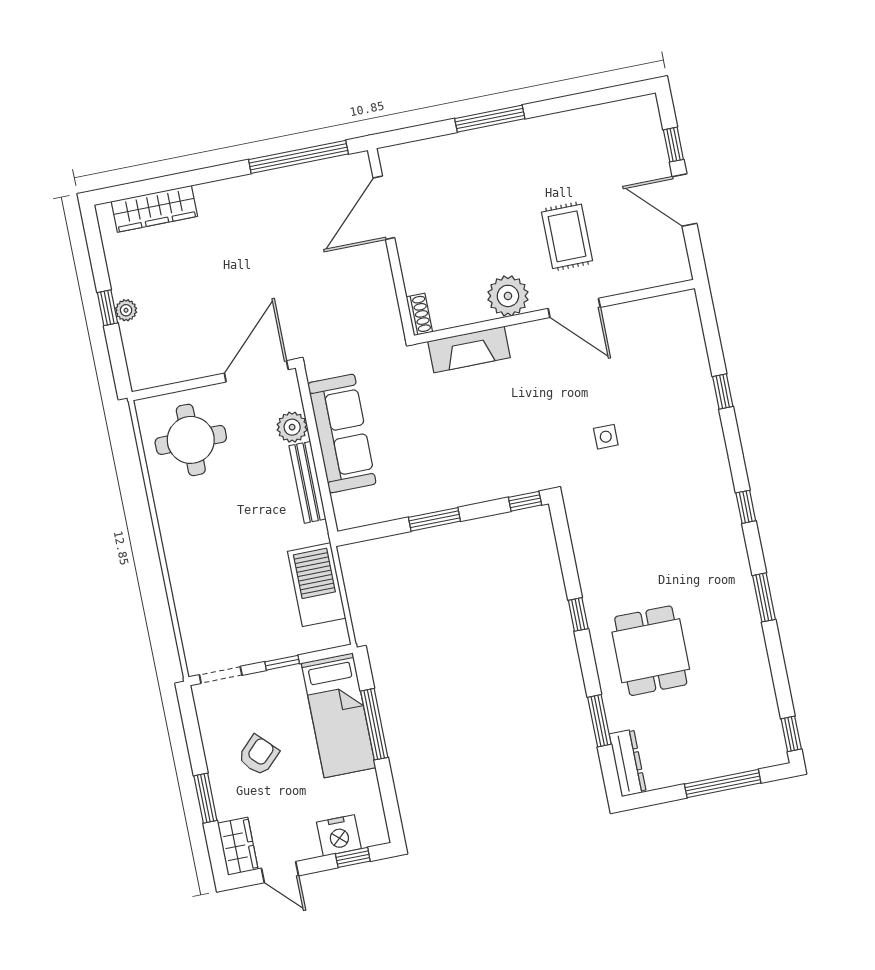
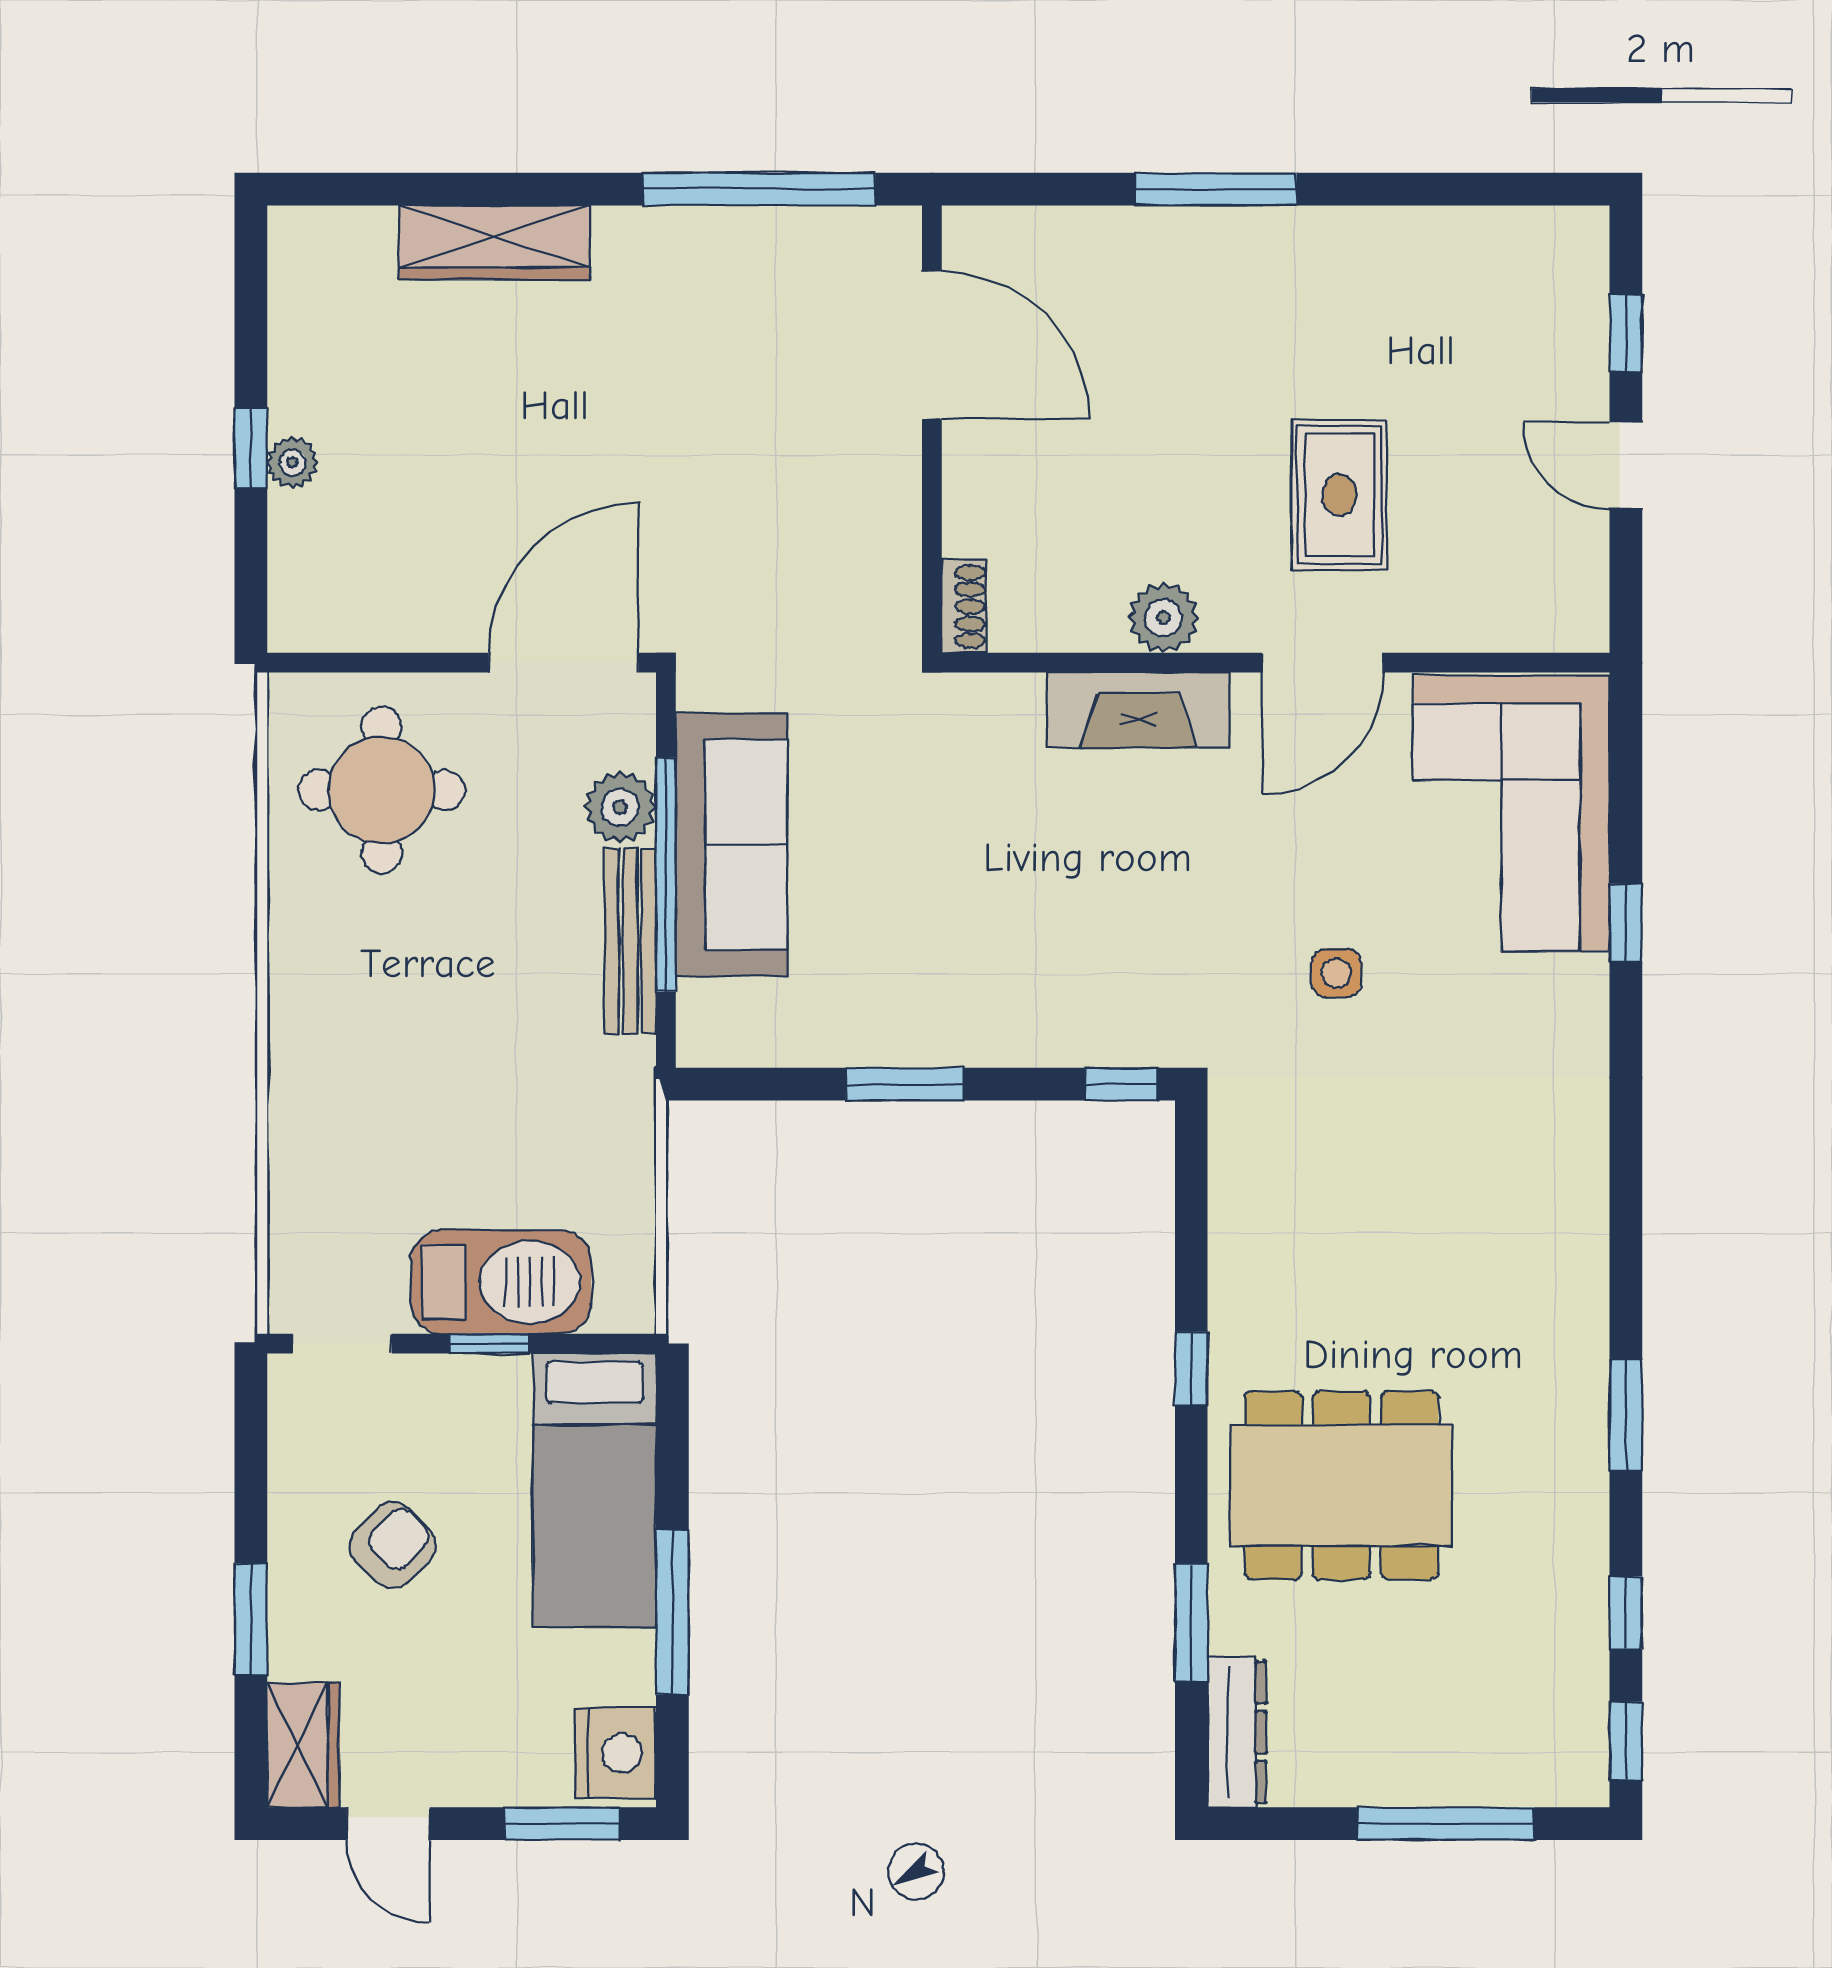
door: (685, 200) -> (1626, 466), width x0.73
door: (384, 208) -> (932, 345), swing flipped
wardrobe: (154, 209) -> (494, 242), moved
plant: (508, 296) -> (1163, 618), width x0.73, depth x0.73
door: (574, 308) -> (1323, 663), hinge flipped
fireplace: (469, 349) -> (1138, 710), moved
corner sofa: (666, 355) -> (1511, 813), added
window: (317, 452) -> (666, 875), added
window: (746, 507) -> (1626, 1613), moved
barbecue: (317, 585) -> (501, 1282), moved, turned 90
dining table: (651, 651) -> (1341, 1485), width x1.37
window: (374, 724) -> (672, 1612), moved
nightstand: (339, 835) -> (615, 1753), moved, turned -90
window: (353, 857) -> (562, 1824), width x1.50

